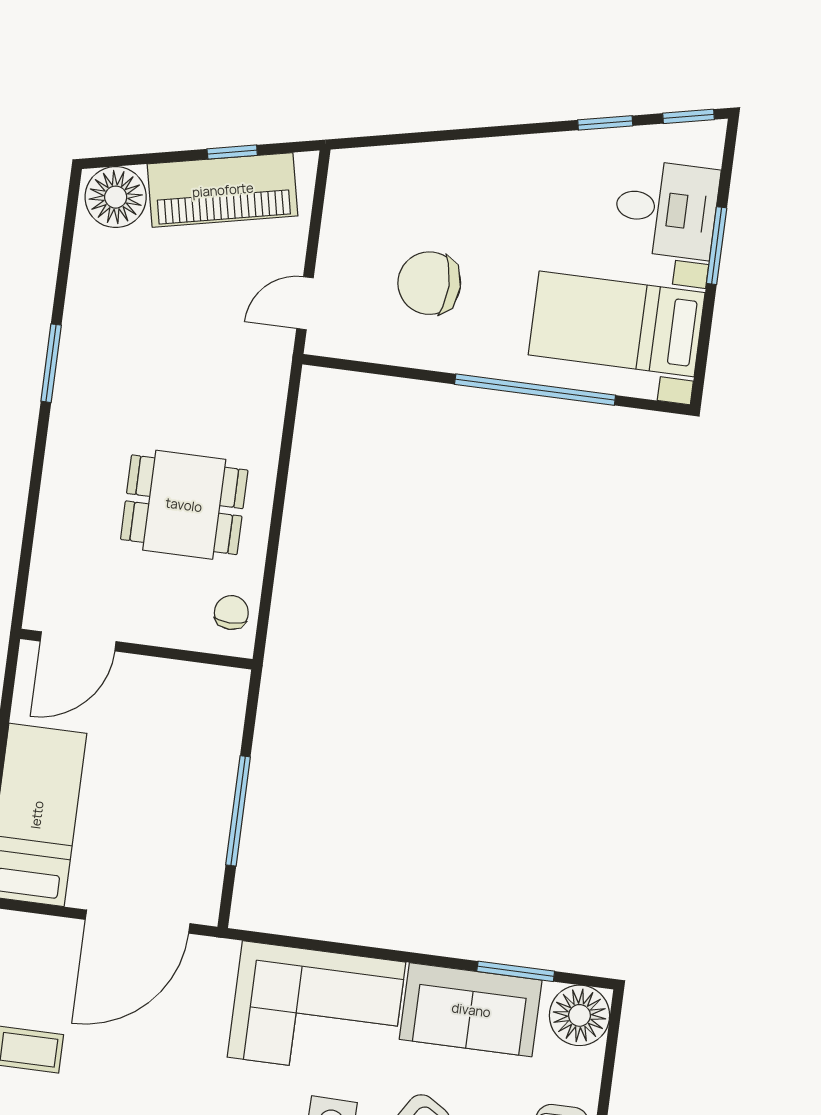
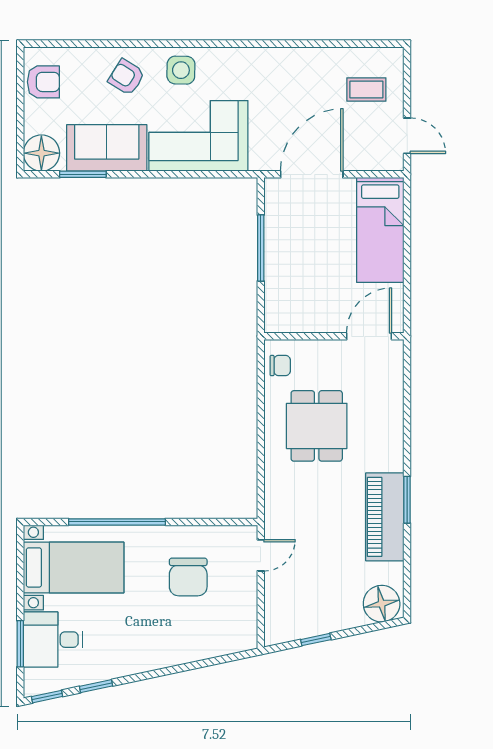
piano: (223, 190) -> (385, 517), moved, turned -78
window: (717, 246) -> (20, 644), moved
chair: (429, 283) -> (188, 577), turned 90
dining table: (184, 505) -> (317, 426), turned 90
chair: (231, 613) -> (280, 366), turned -90

